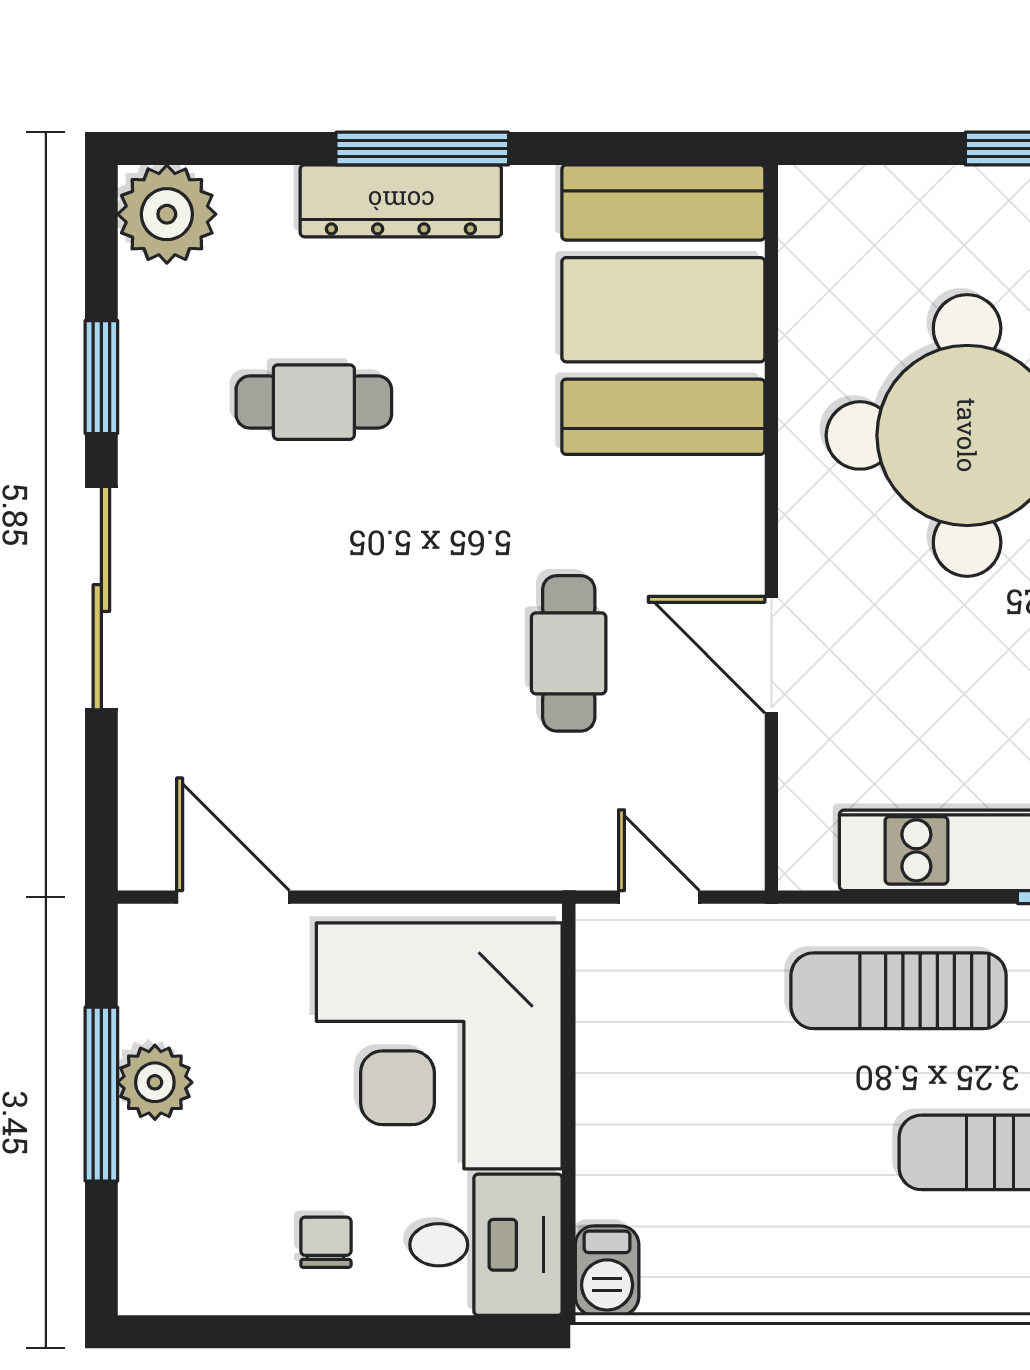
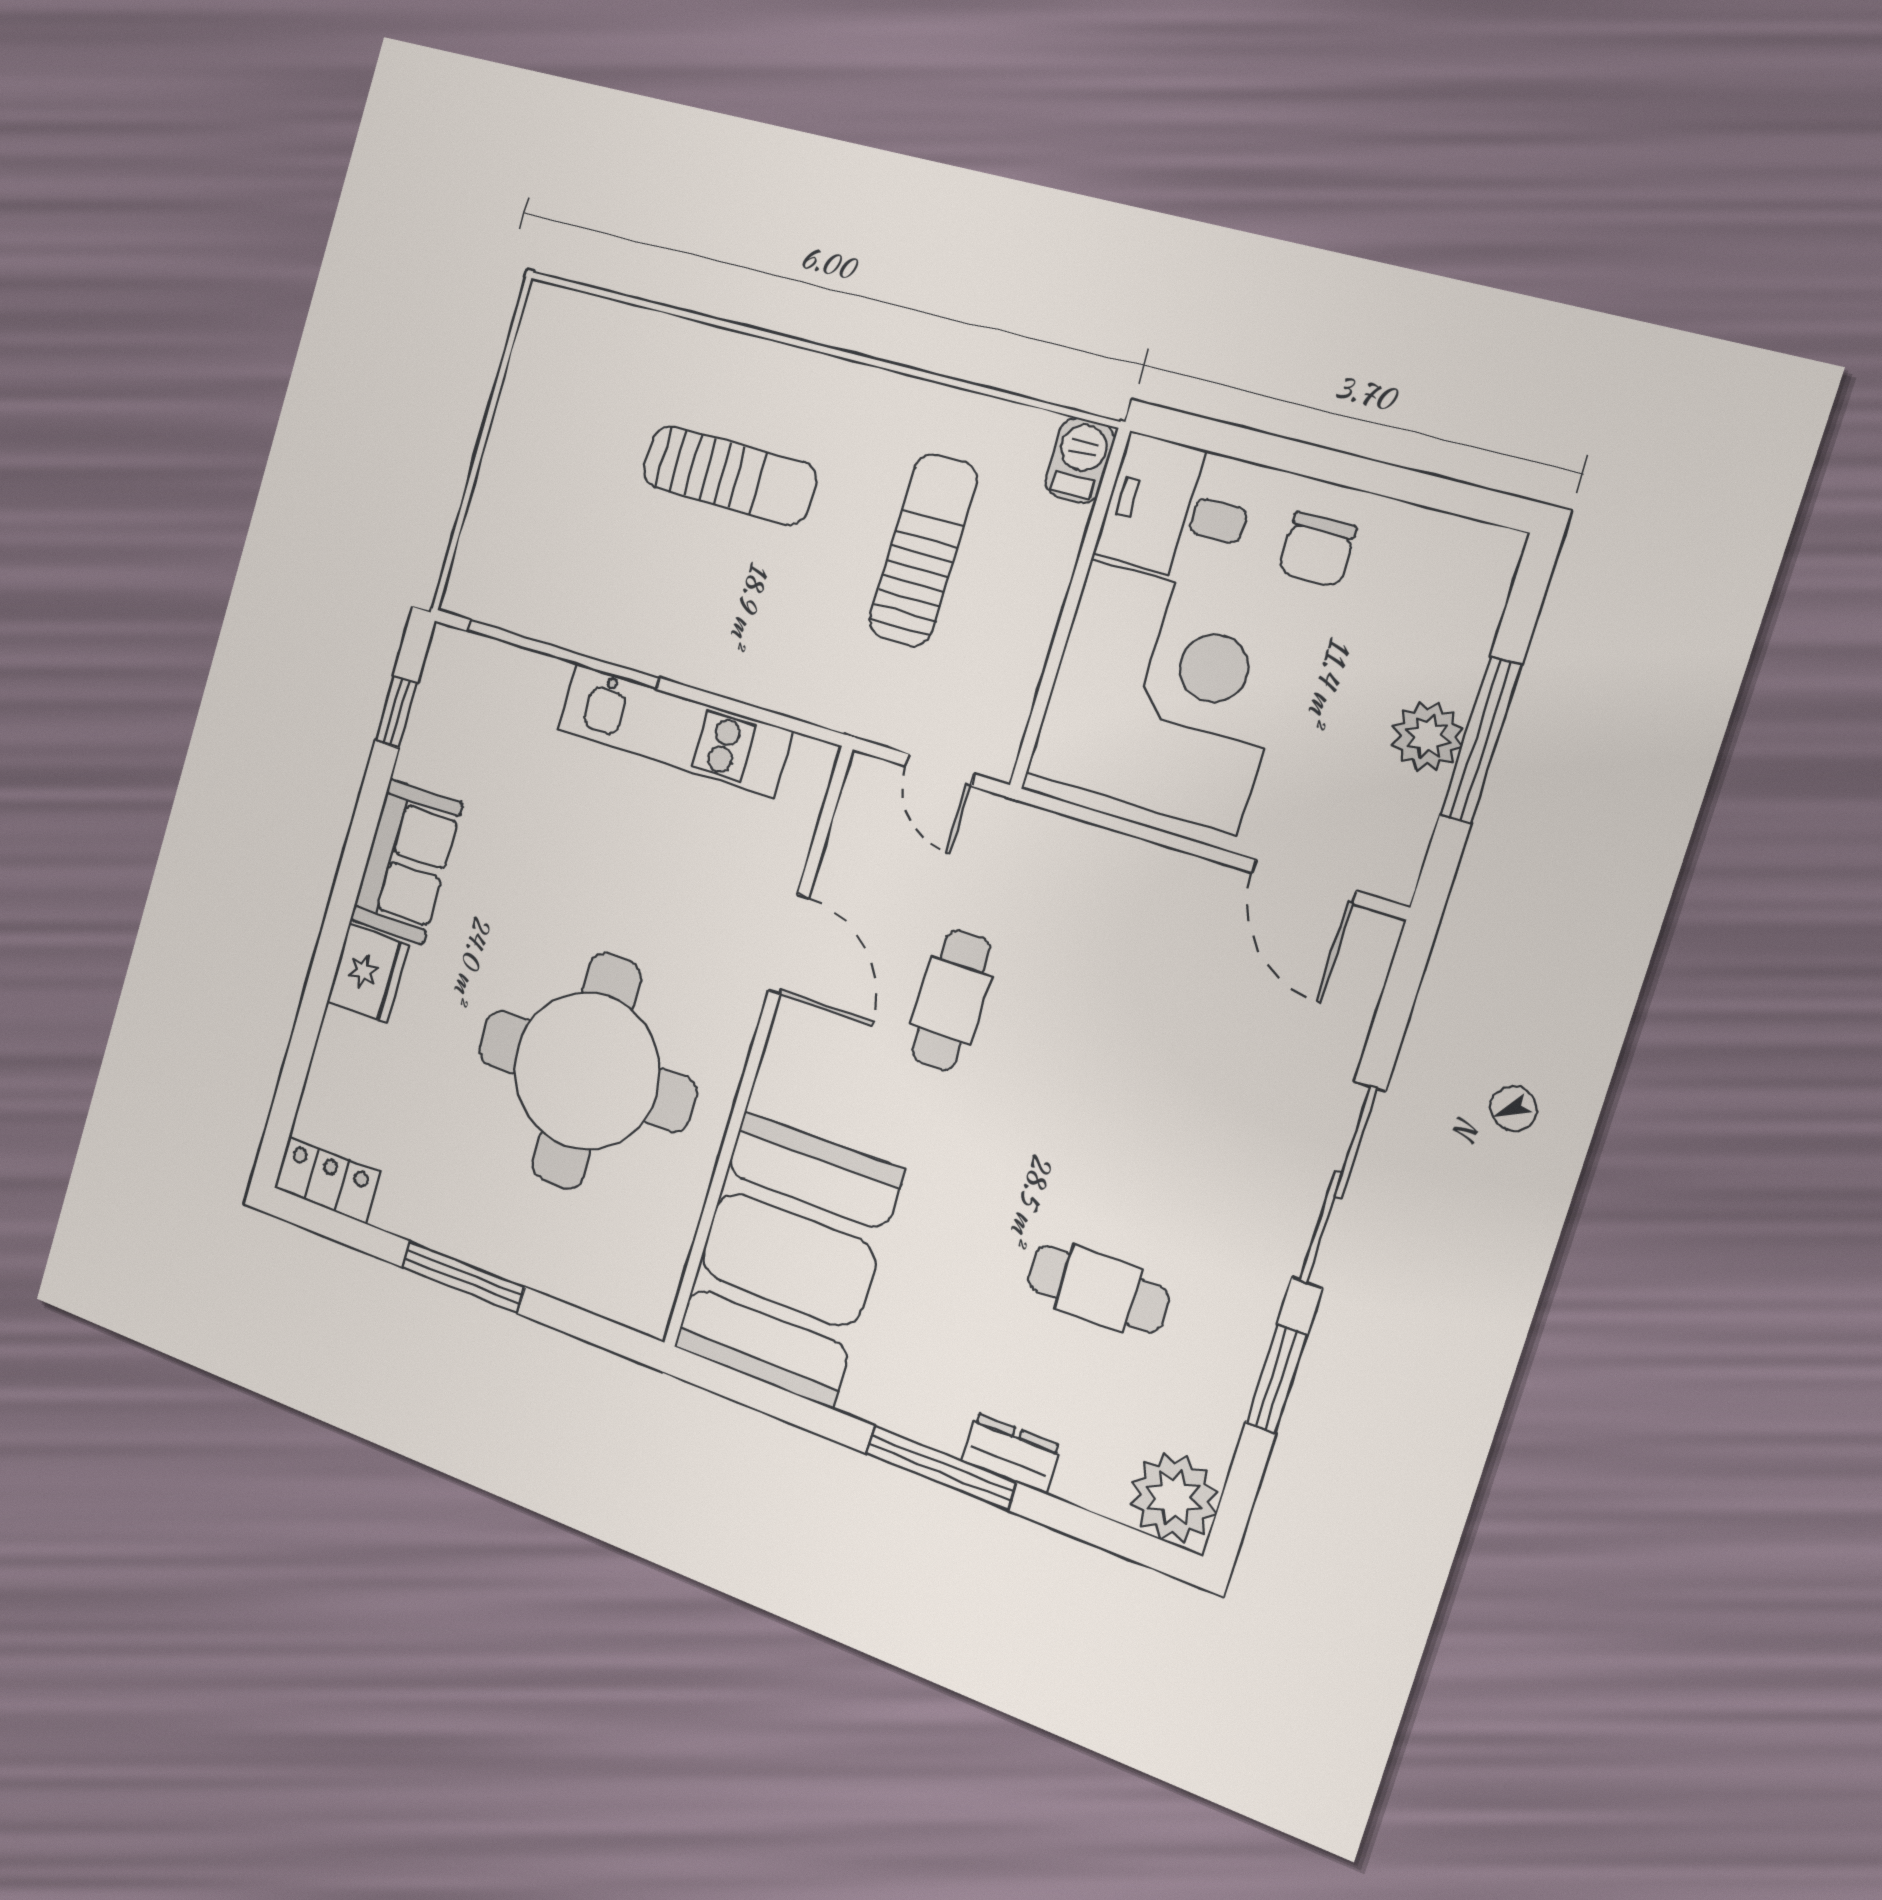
dresser: (401, 201) -> (1011, 1453), width x0.51, depth x0.80
sun lounger: (899, 991) -> (923, 550), moved, turned -90
chair: (326, 1242) -> (1317, 550), width x1.37, depth x1.37

